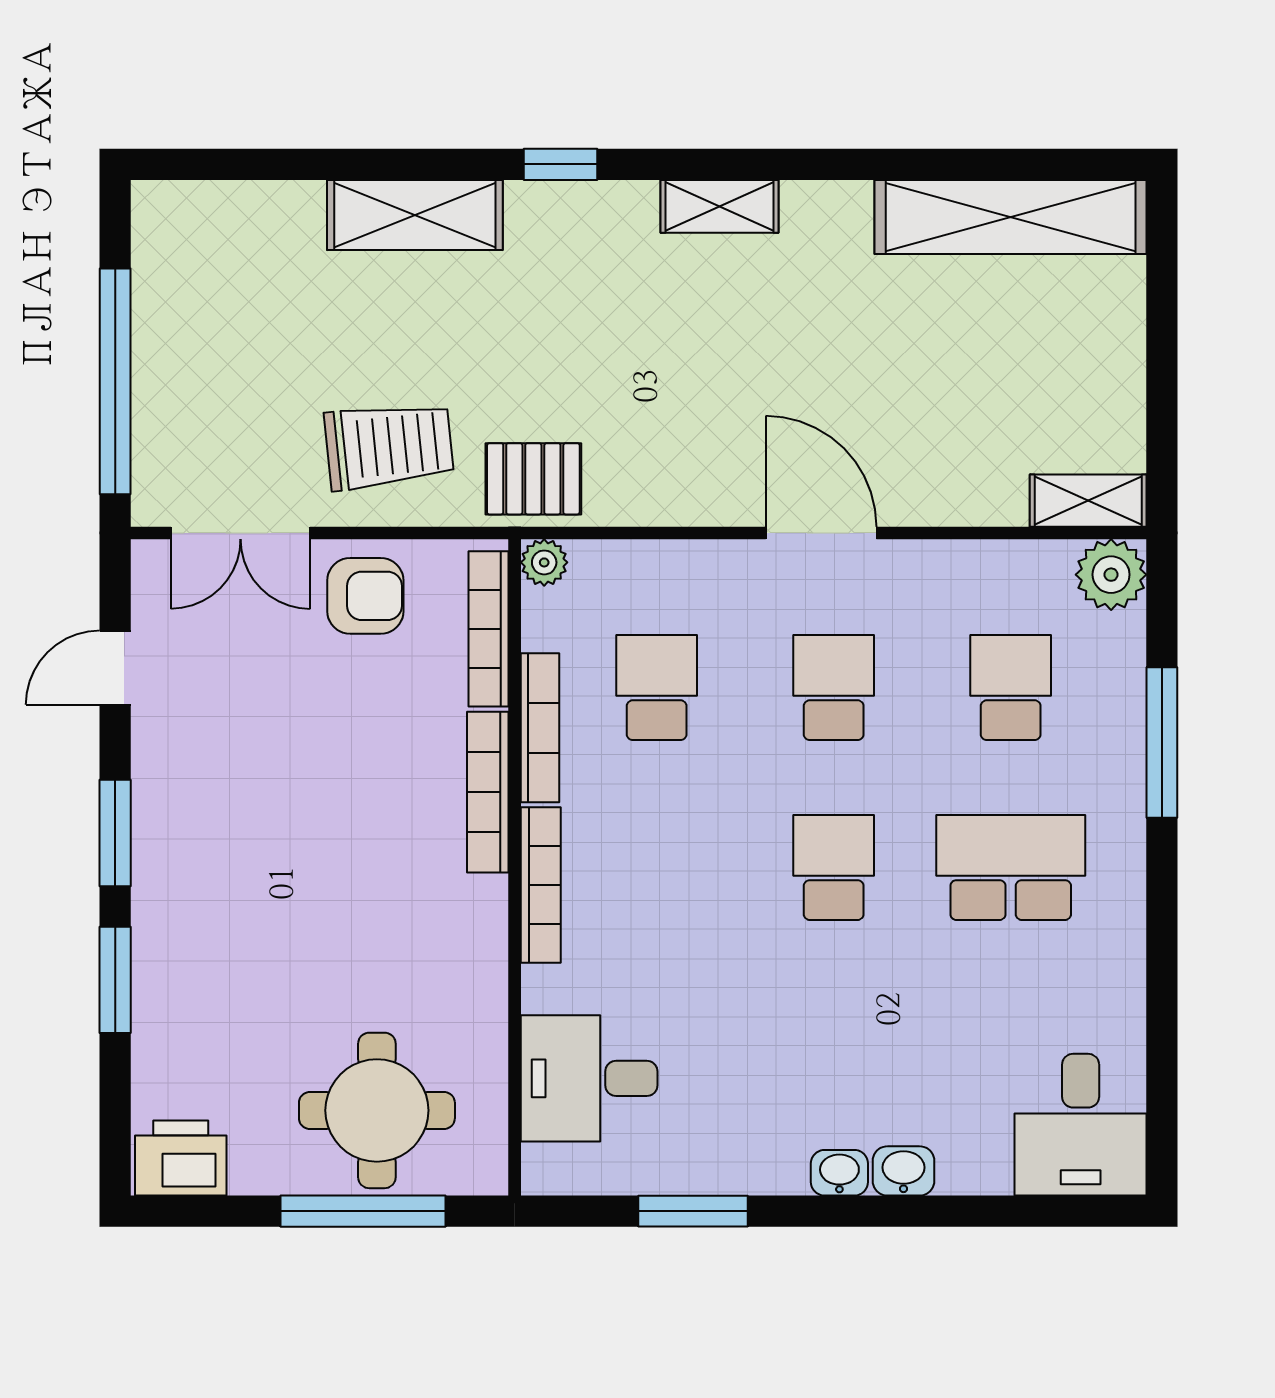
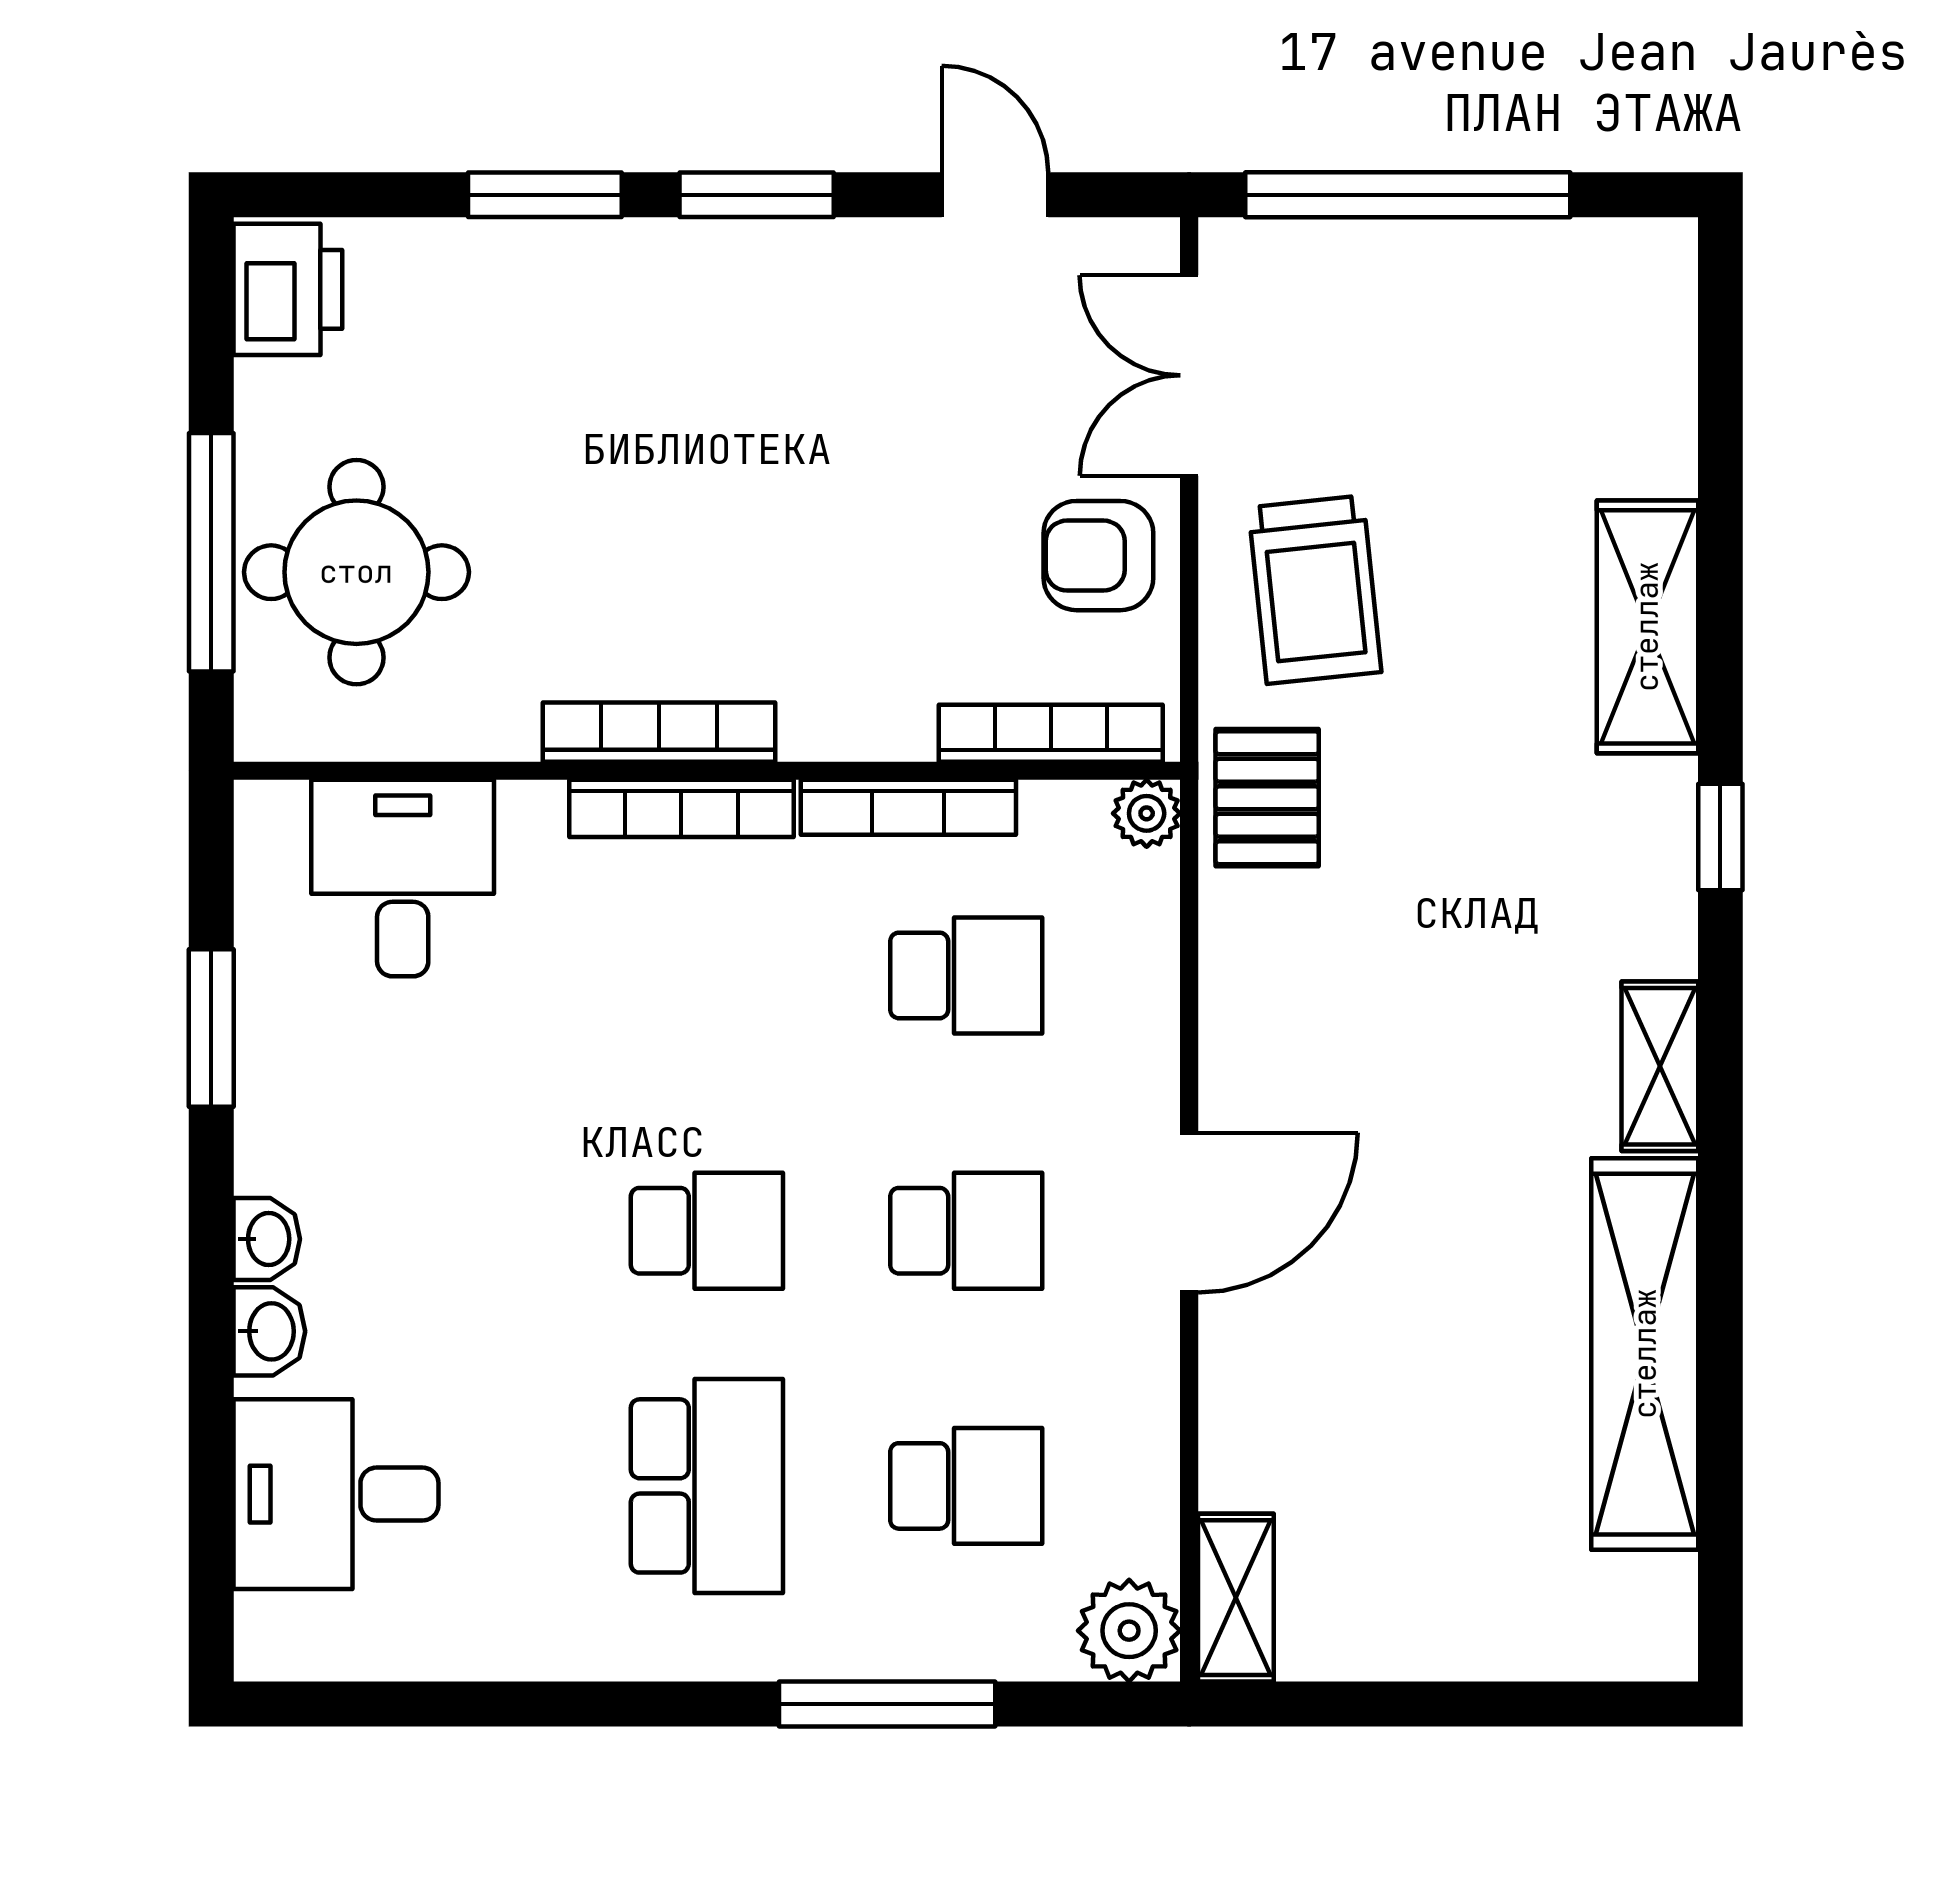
shelving: (1011, 217) -> (1645, 1354), moved
armchair: (365, 596) -> (1098, 556), turned 90
bookcase: (488, 792) -> (659, 732), moved
desk: (1081, 1125) -> (336, 1494), moved

